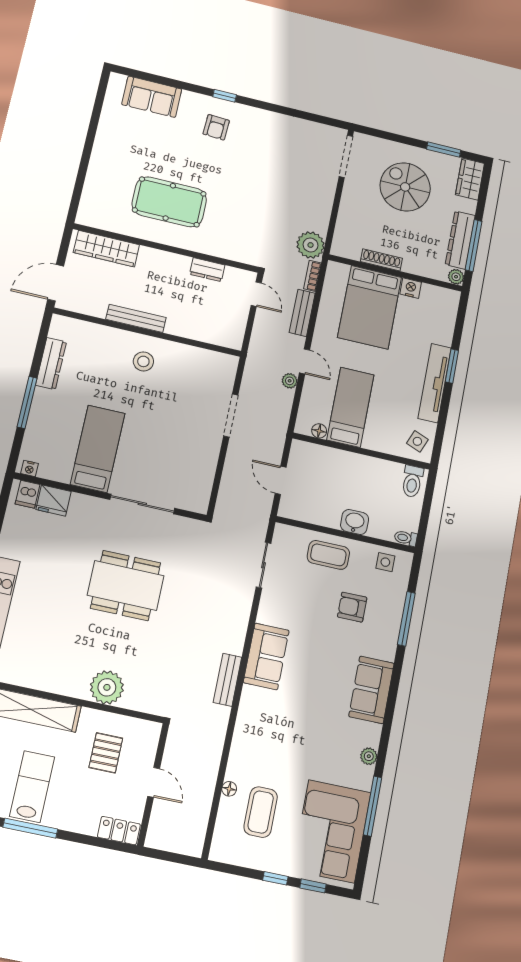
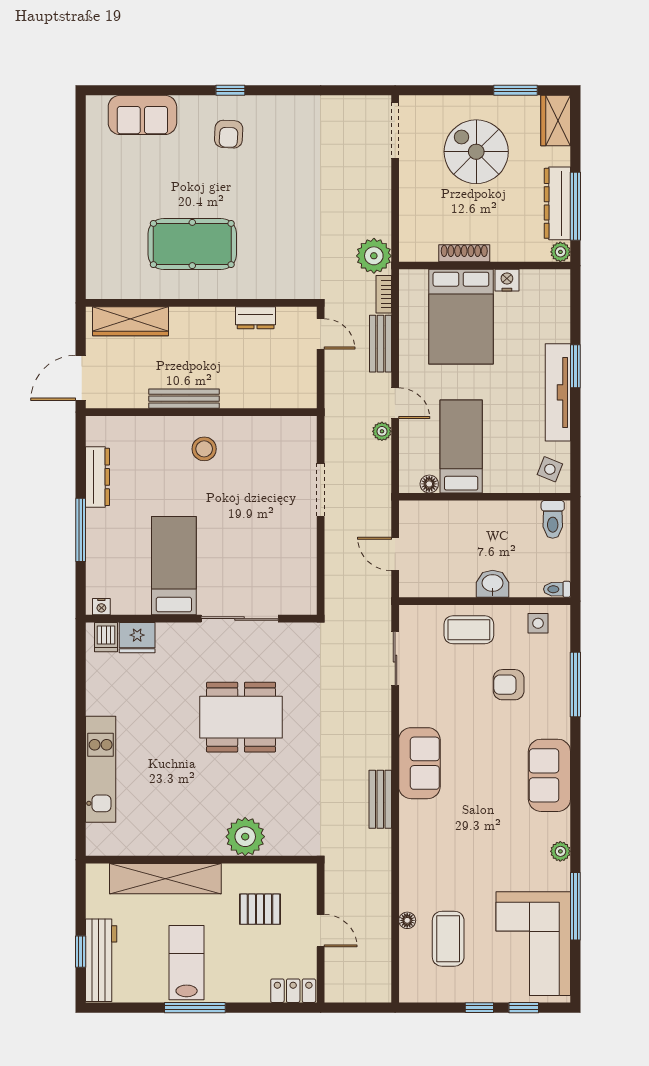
pallet: (106, 753) -> (260, 909), turned 90

